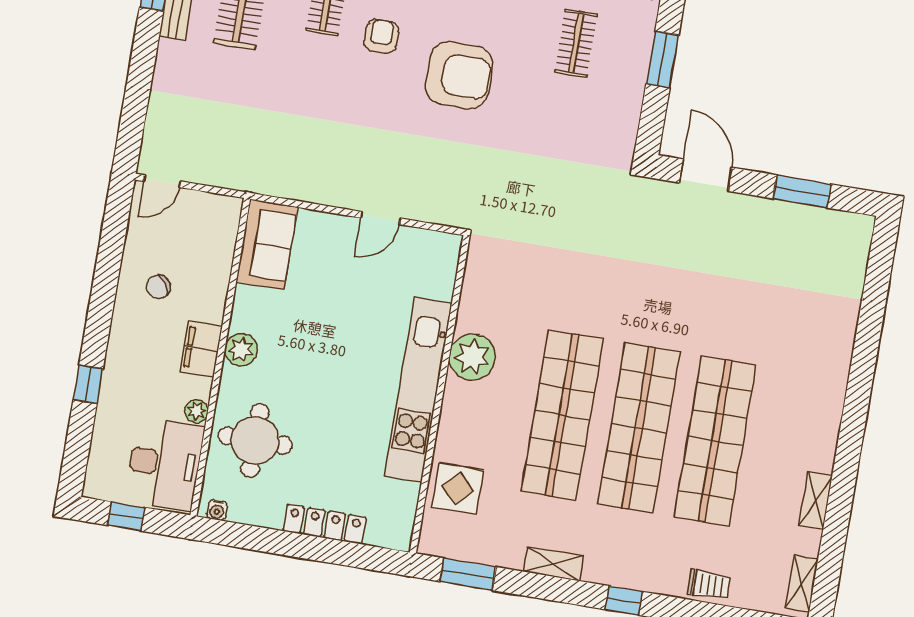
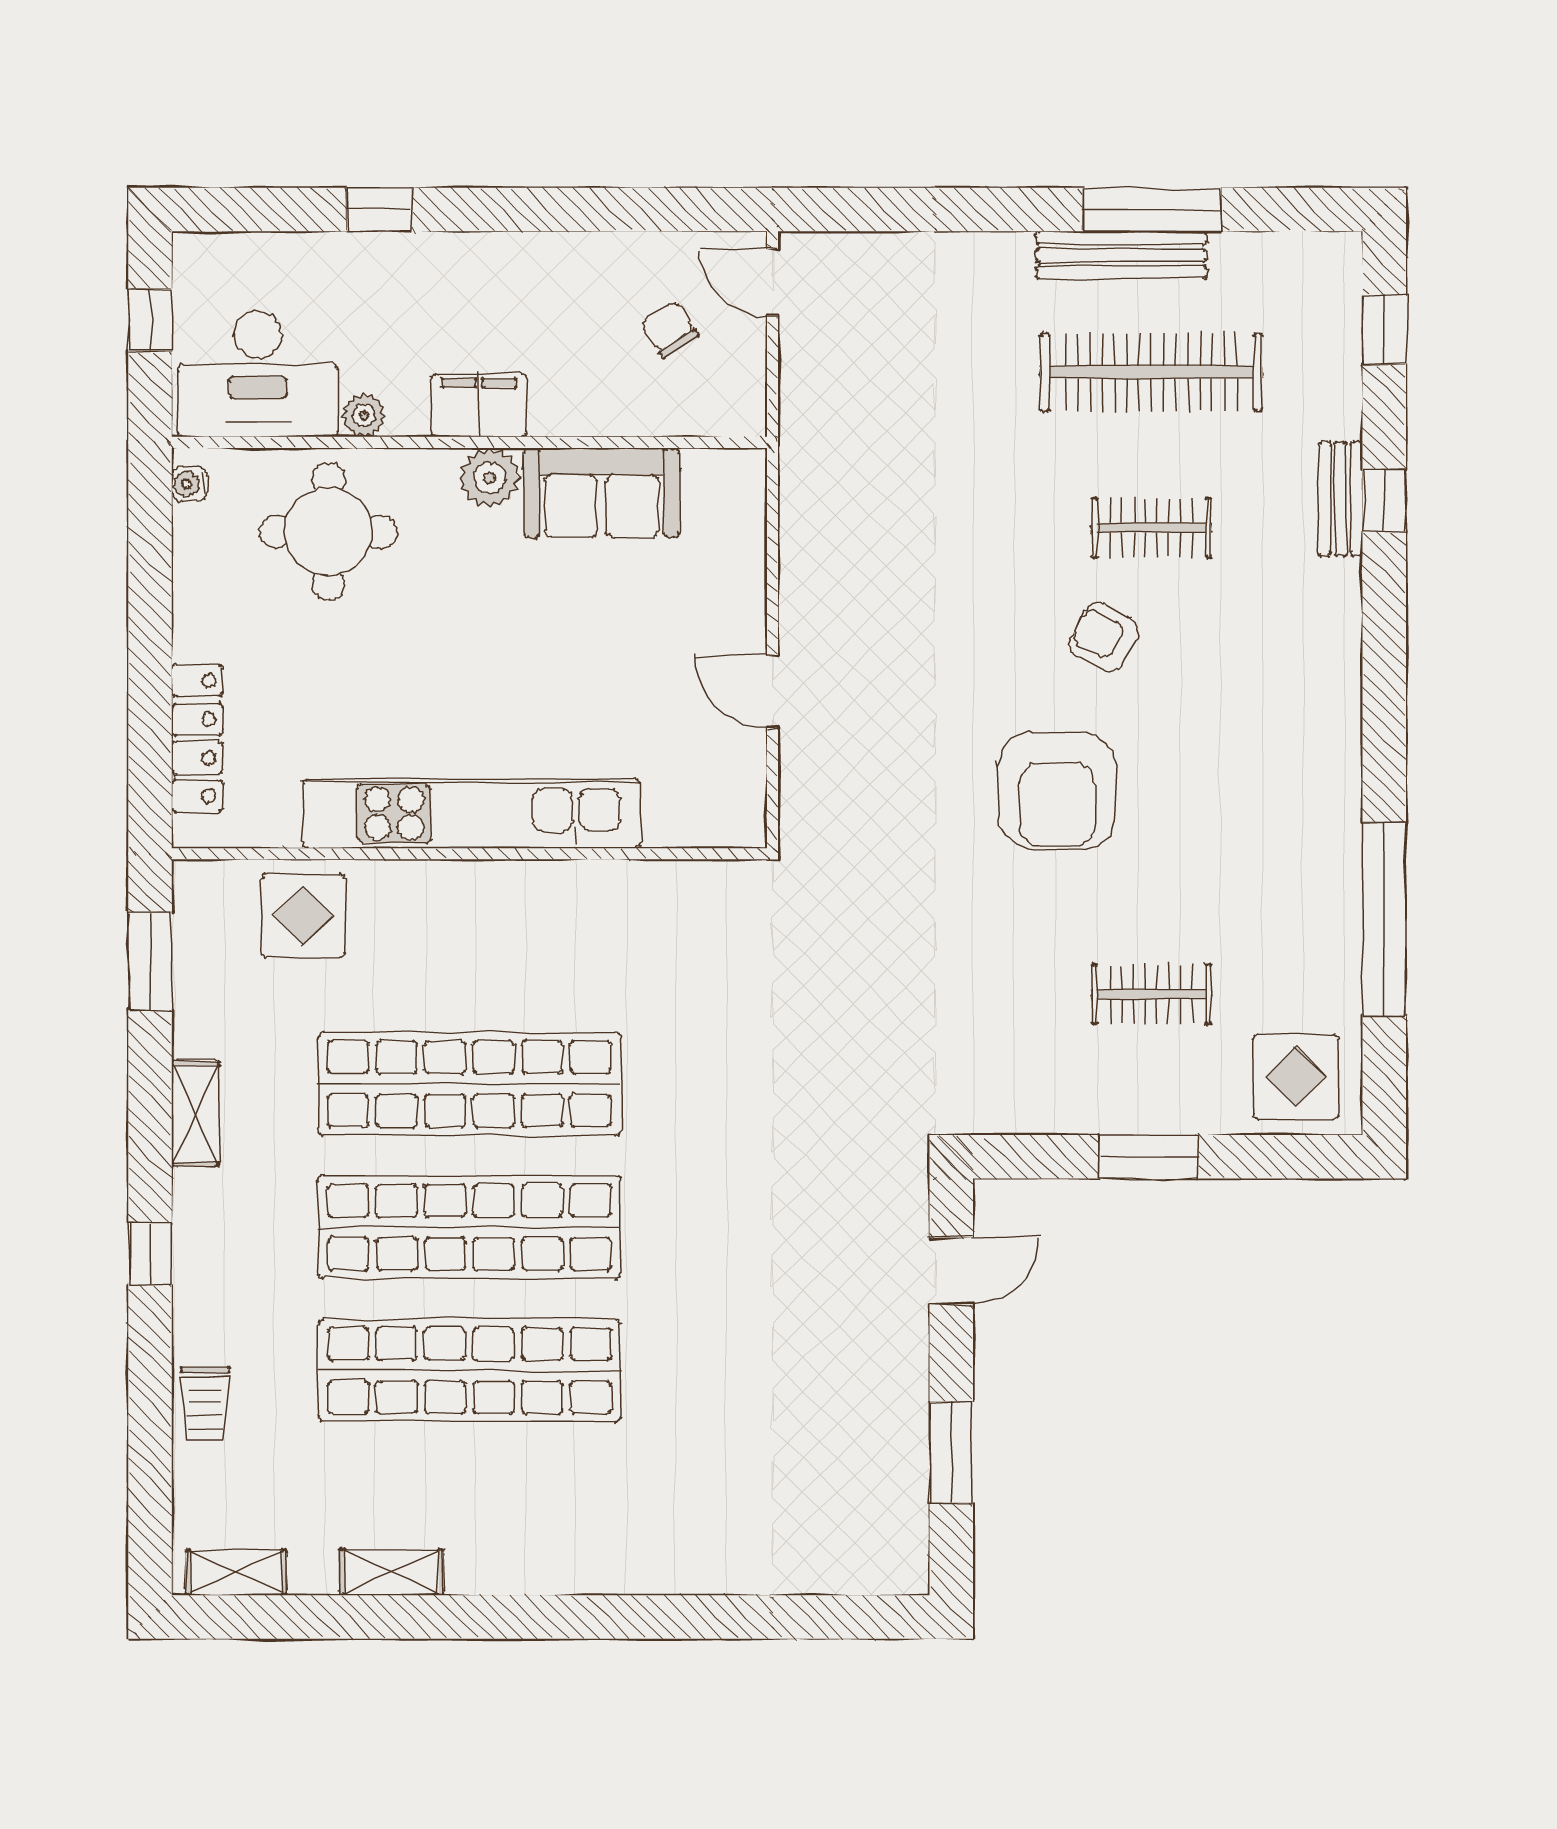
armchair: (381, 36) -> (1104, 637), turned -152
door: (705, 175) -> (951, 1271), width x0.73
sofa: (267, 244) -> (602, 493), moved
chair: (158, 287) -> (669, 330), moved
plant: (472, 357) -> (548, 902), removed
locker: (325, 524) -> (197, 738), moved

